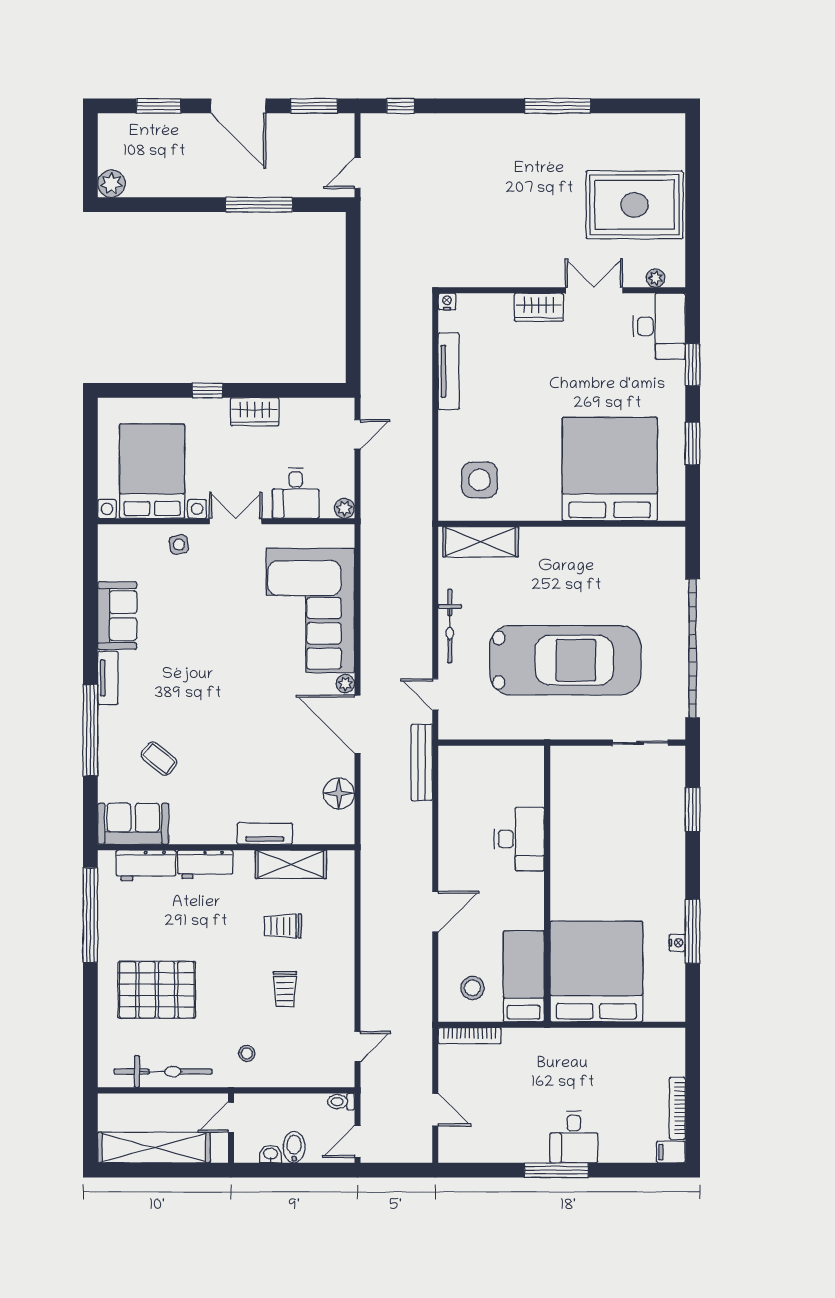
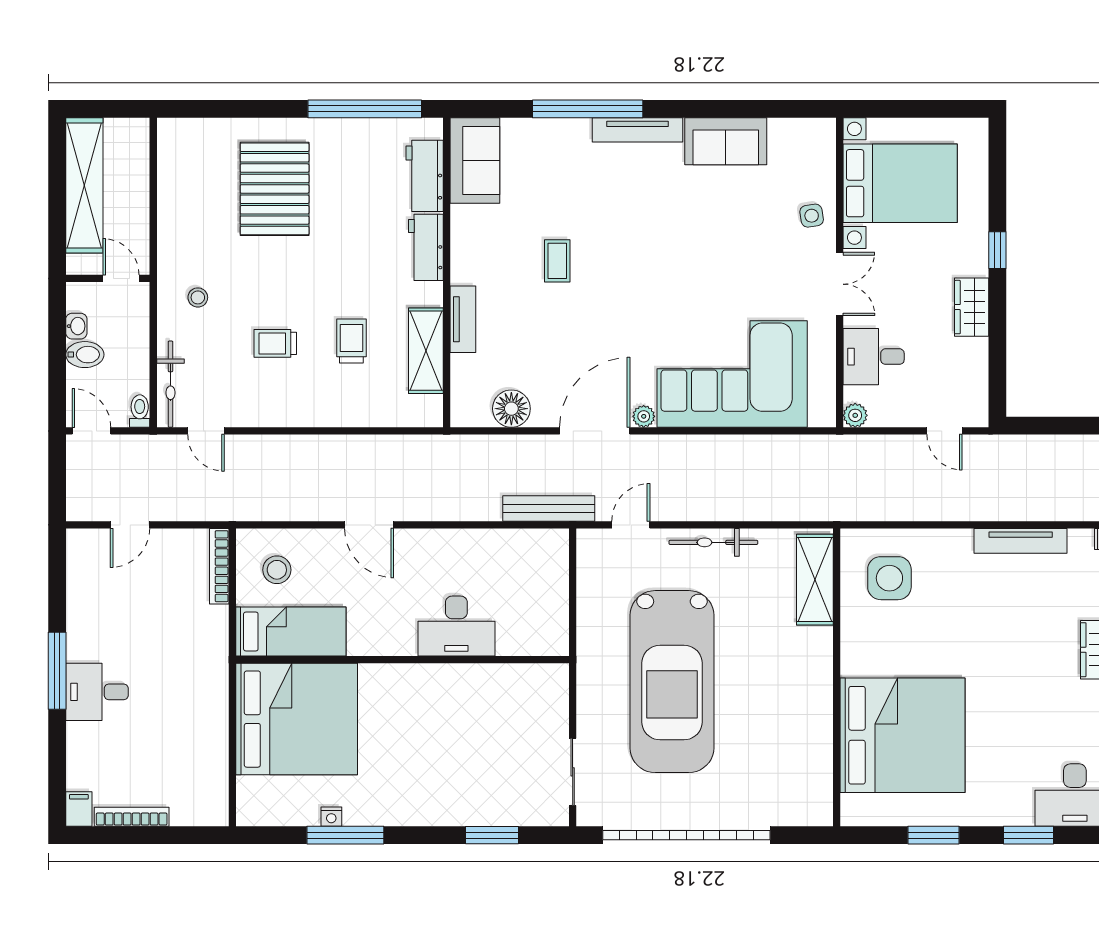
tv unit: (108, 678) -> (638, 130), width x1.41
coffee table: (159, 759) -> (557, 261), moved, turned -39
bicycle: (163, 1072) -> (171, 384), moved, width x0.73, depth x0.71

